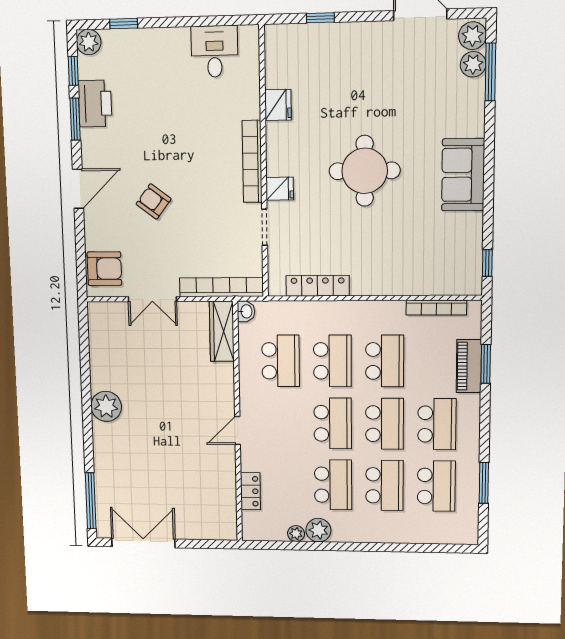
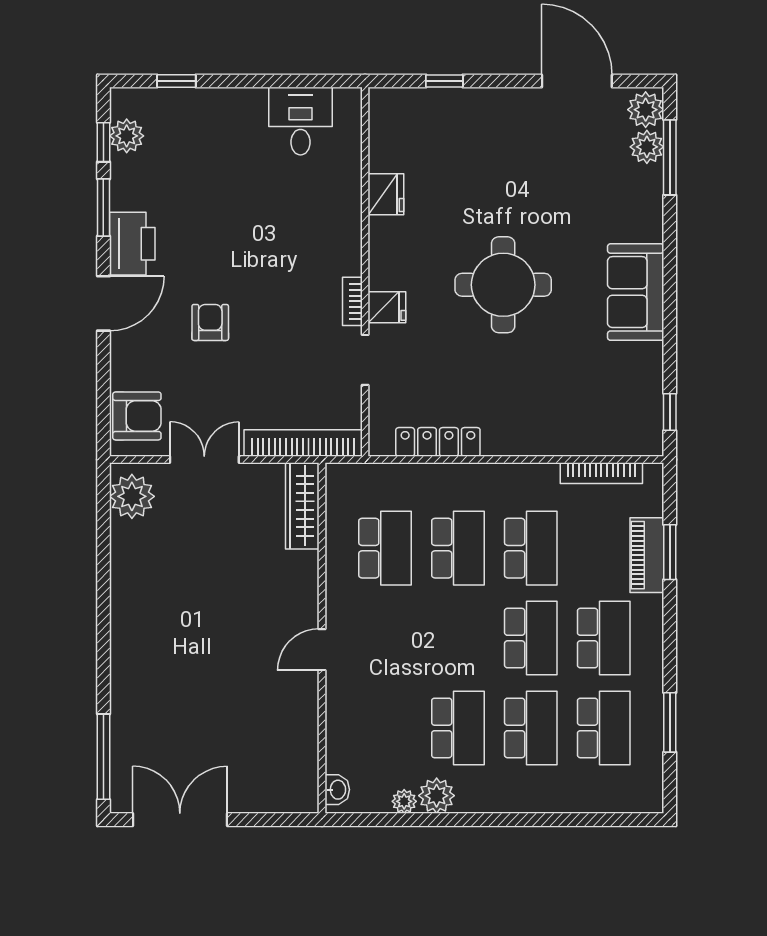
plant: (89, 42) -> (127, 136), moved
printer: (95, 104) -> (132, 244), moved
bookcase: (252, 161) -> (352, 301), width x0.43, depth x0.76
armchair: (154, 201) -> (210, 322), turned 53
double door: (152, 299) -> (204, 460), swing flipped
washbasin: (246, 311) -> (337, 790), moved
plant: (106, 406) -> (132, 496), moved
school desk: (333, 423) -> (458, 638), removed
locker: (250, 491) -> (339, 739), removed

